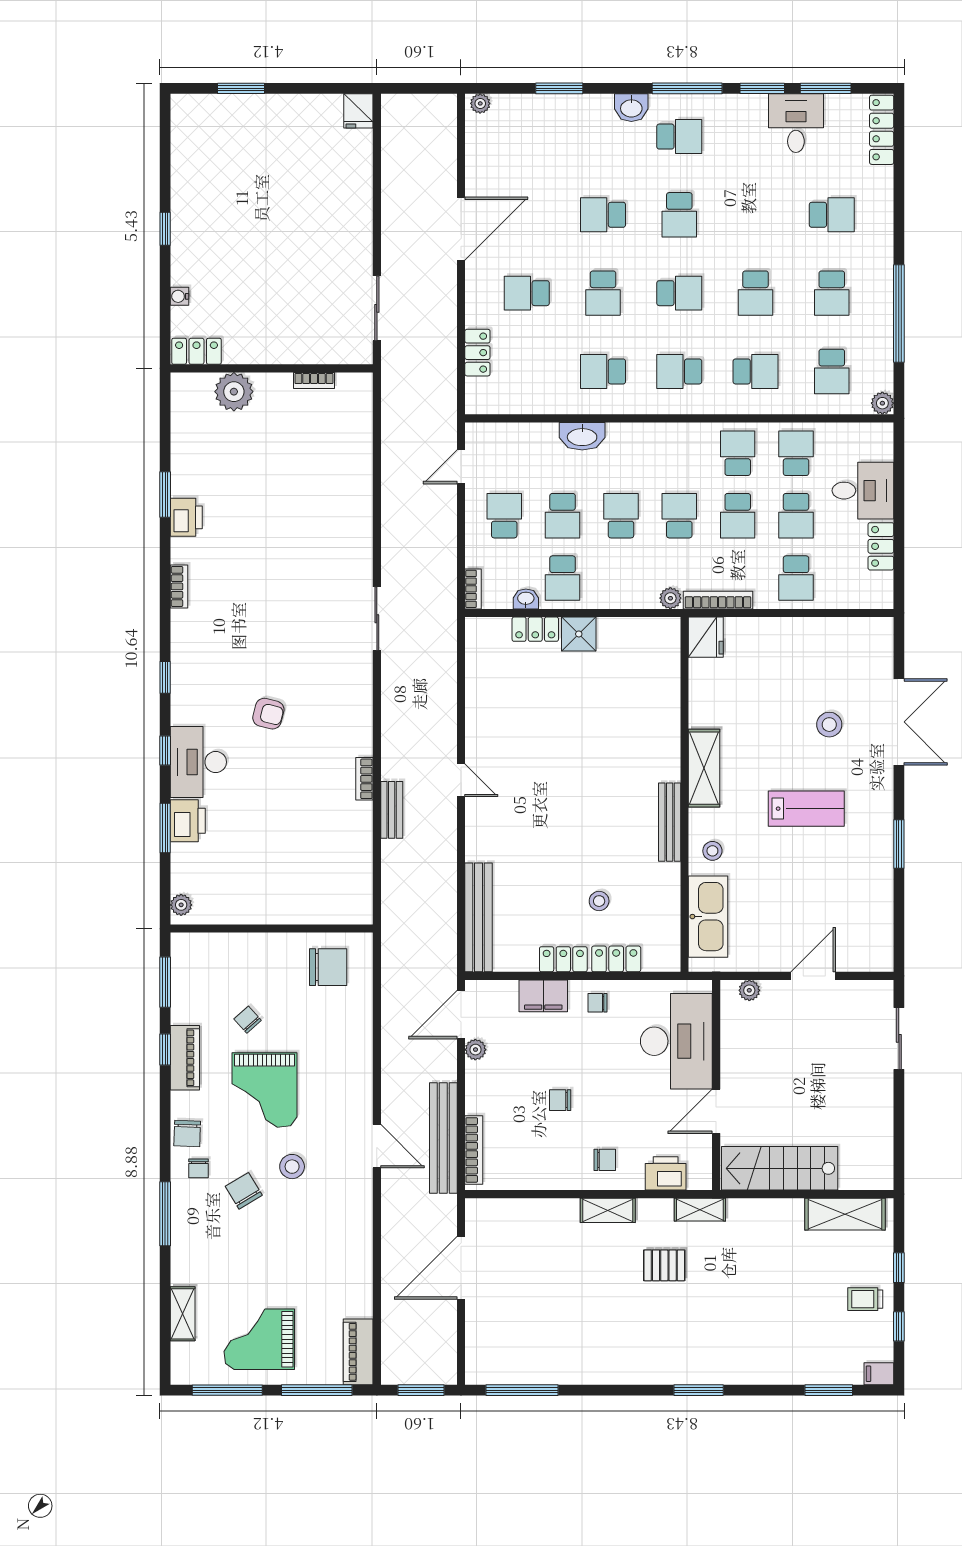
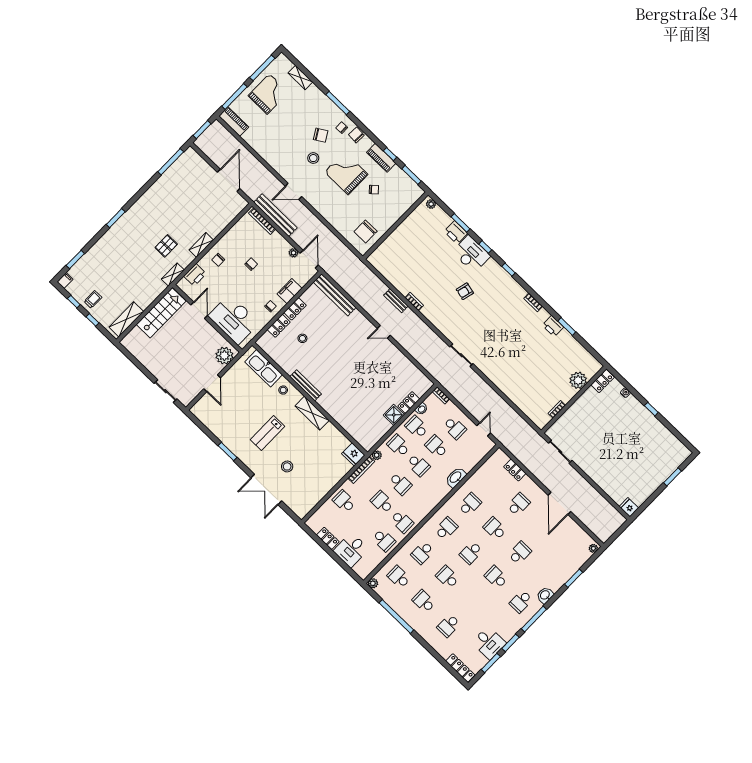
school desk: (796, 516) -> (398, 446), moved
plant: (749, 990) -> (224, 356), width x1.88, depth x1.88

